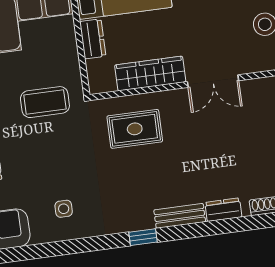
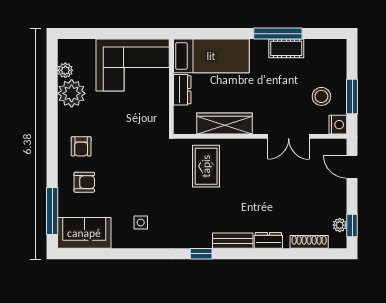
double door: (213, 81) -> (289, 136), moved
coffee table: (45, 102) -> (137, 135), removed
rug: (135, 129) -> (206, 166), turned 90

